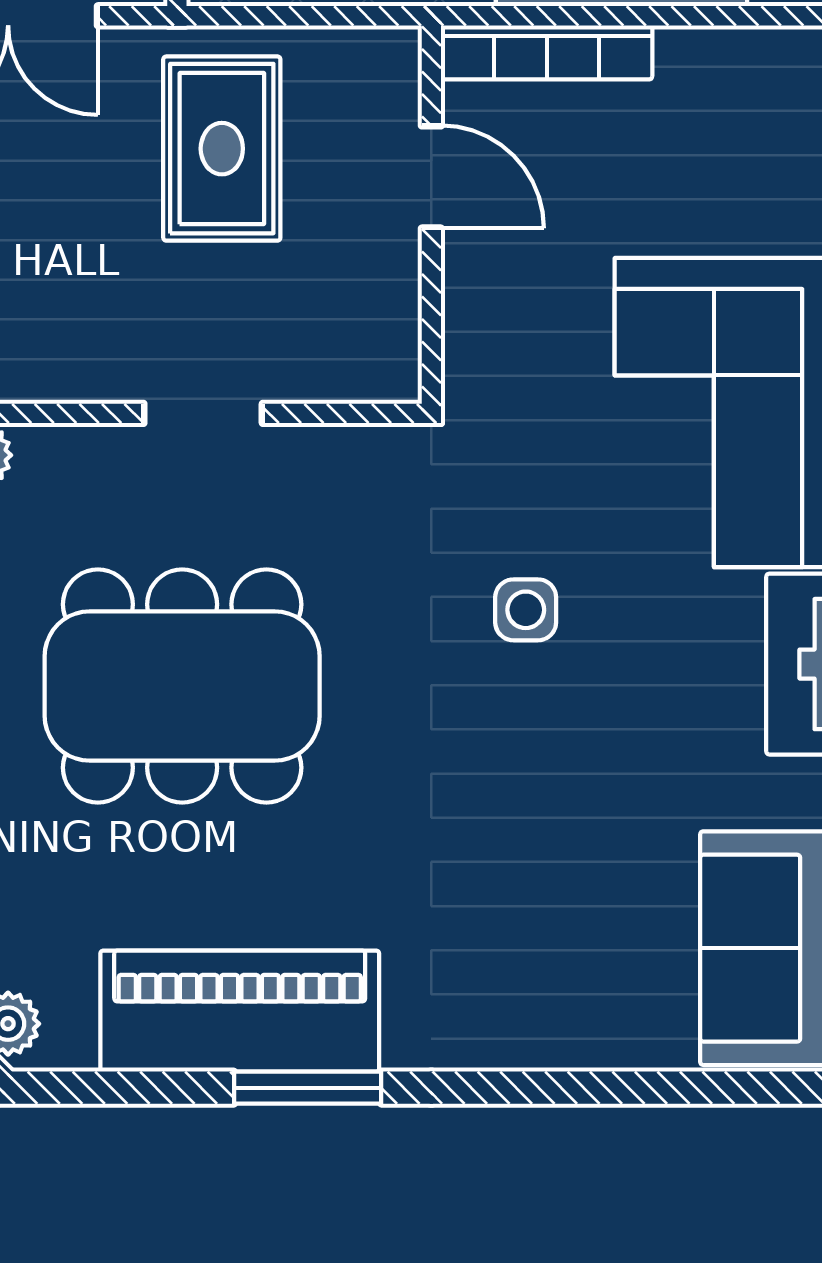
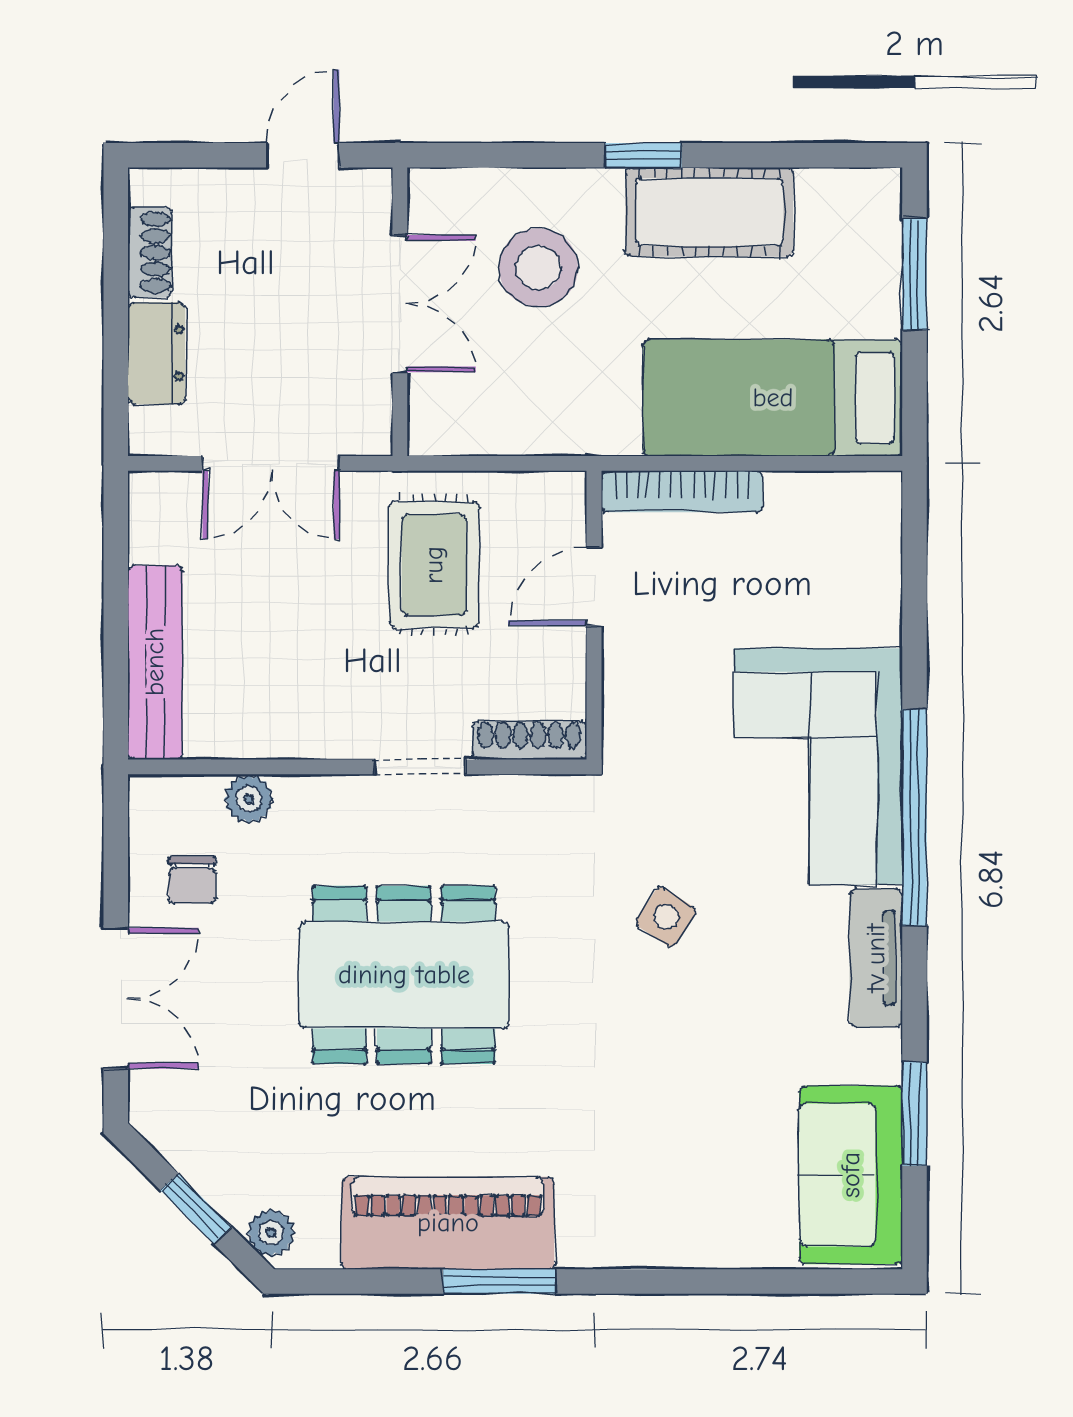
door: (431, 177) -> (594, 586), swing flipped
shoe rack: (347, 378) -> (529, 740), added
side table: (526, 610) -> (666, 917), turned 33

